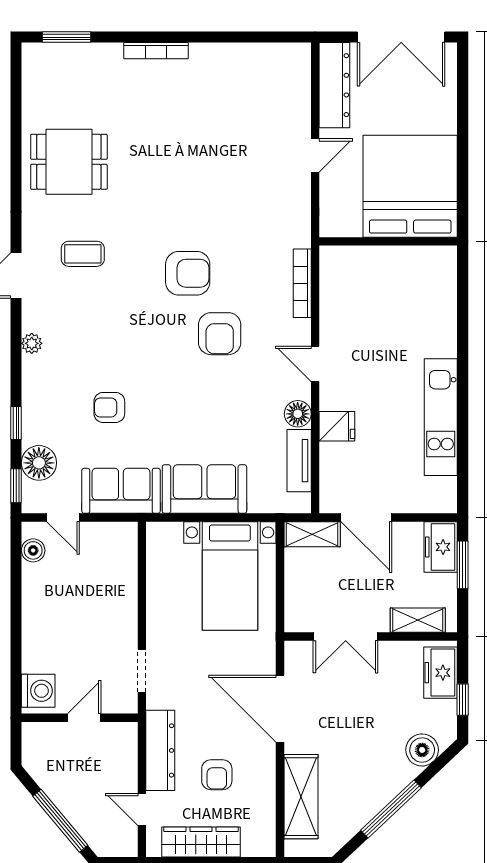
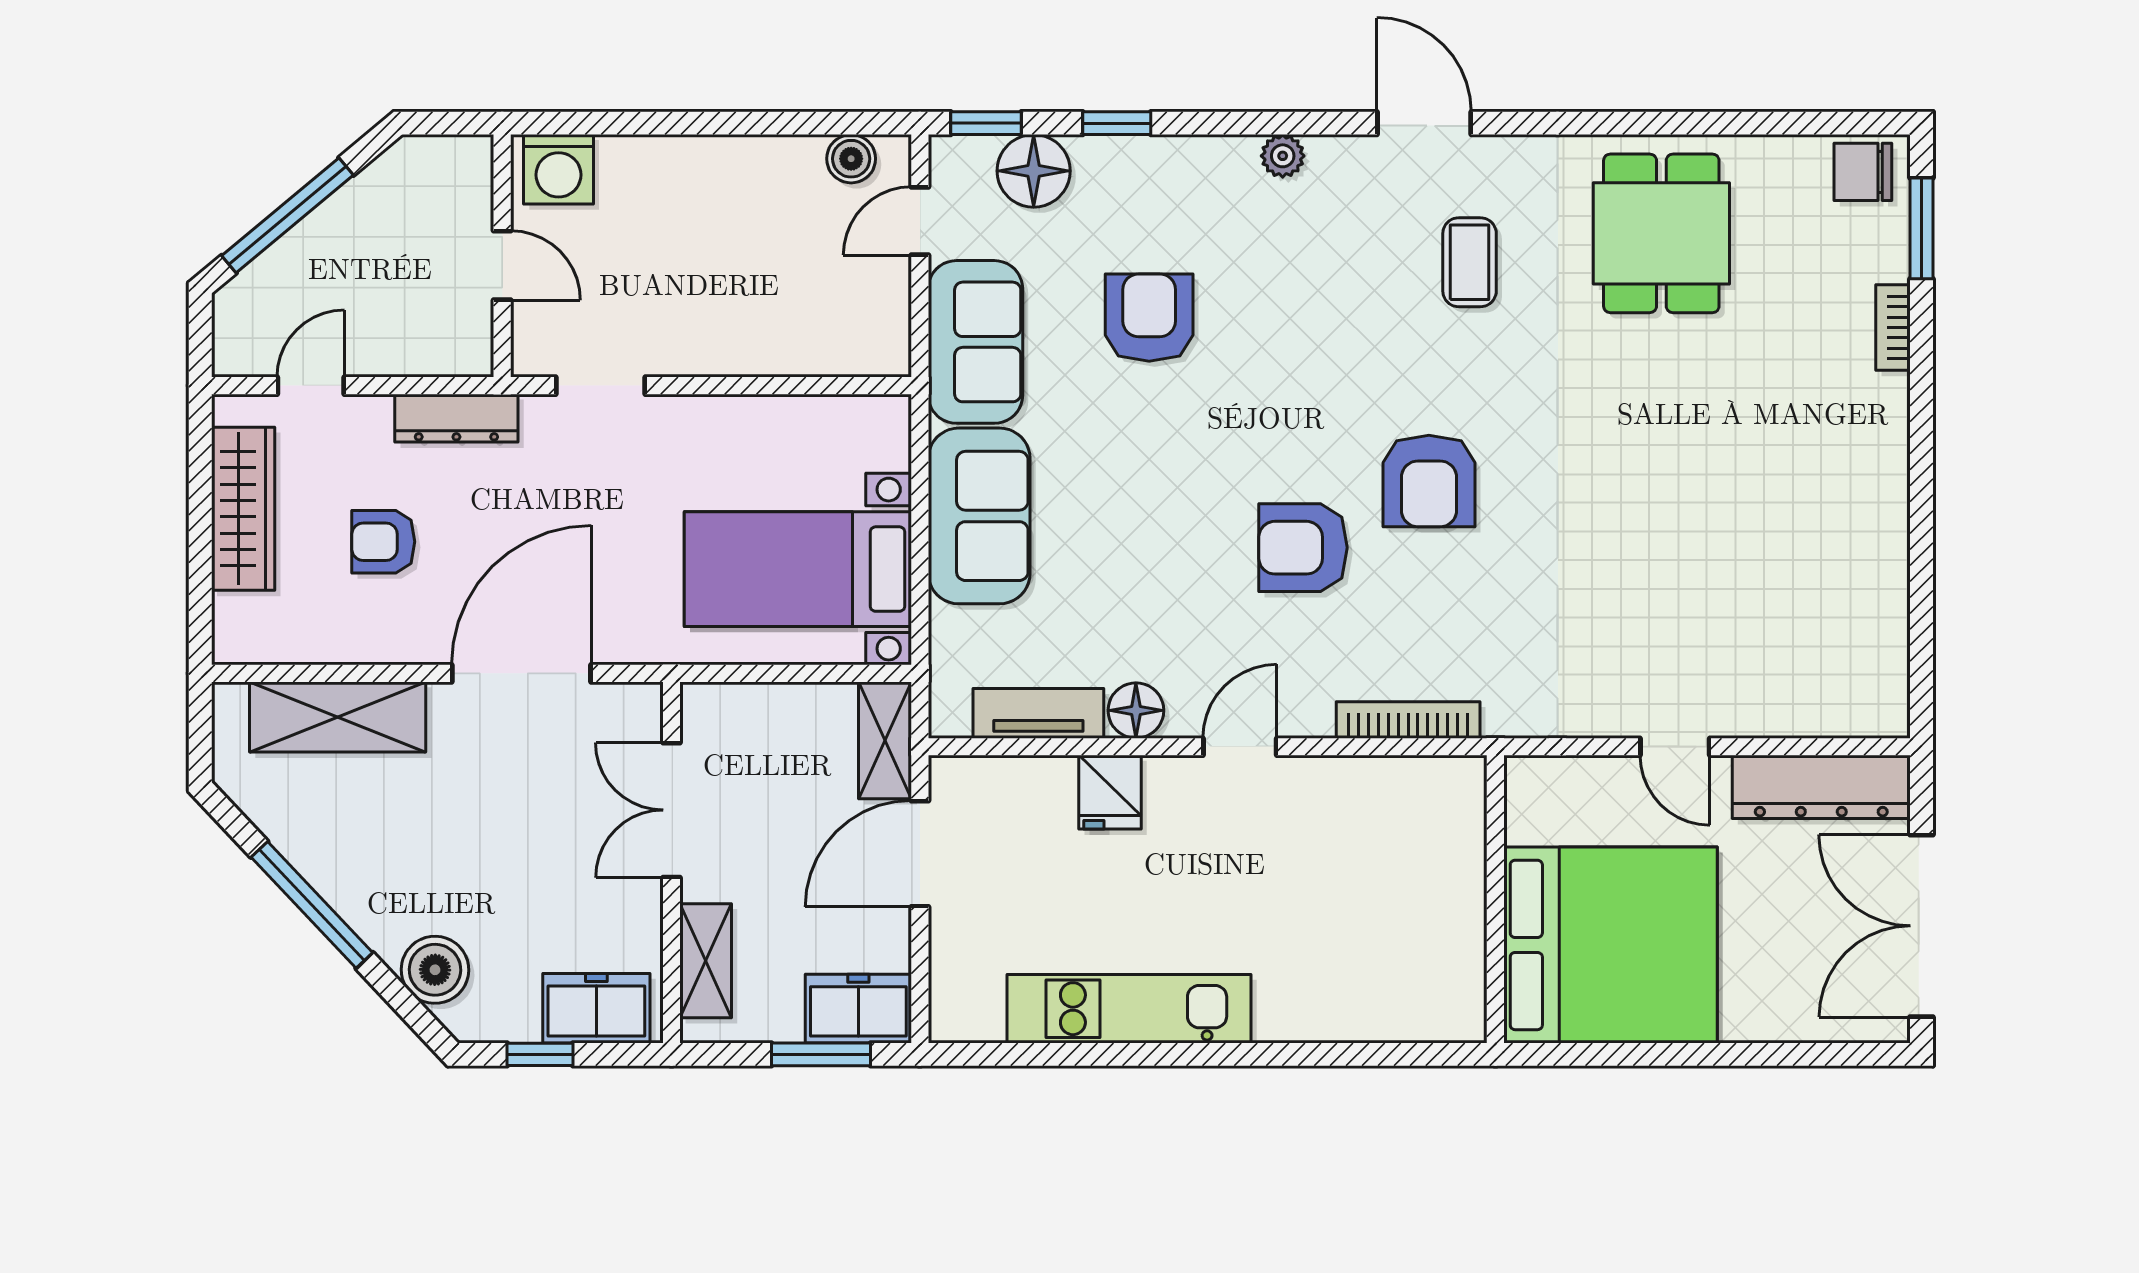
bookcase: (156, 51) -> (1893, 327), moved, width x0.64
chair: (39, 65) -> (1863, 172), added
armchair: (109, 407) -> (1149, 318), width x1.38, depth x1.38
dresser: (160, 750) -> (456, 418), width x0.73, depth x0.80

